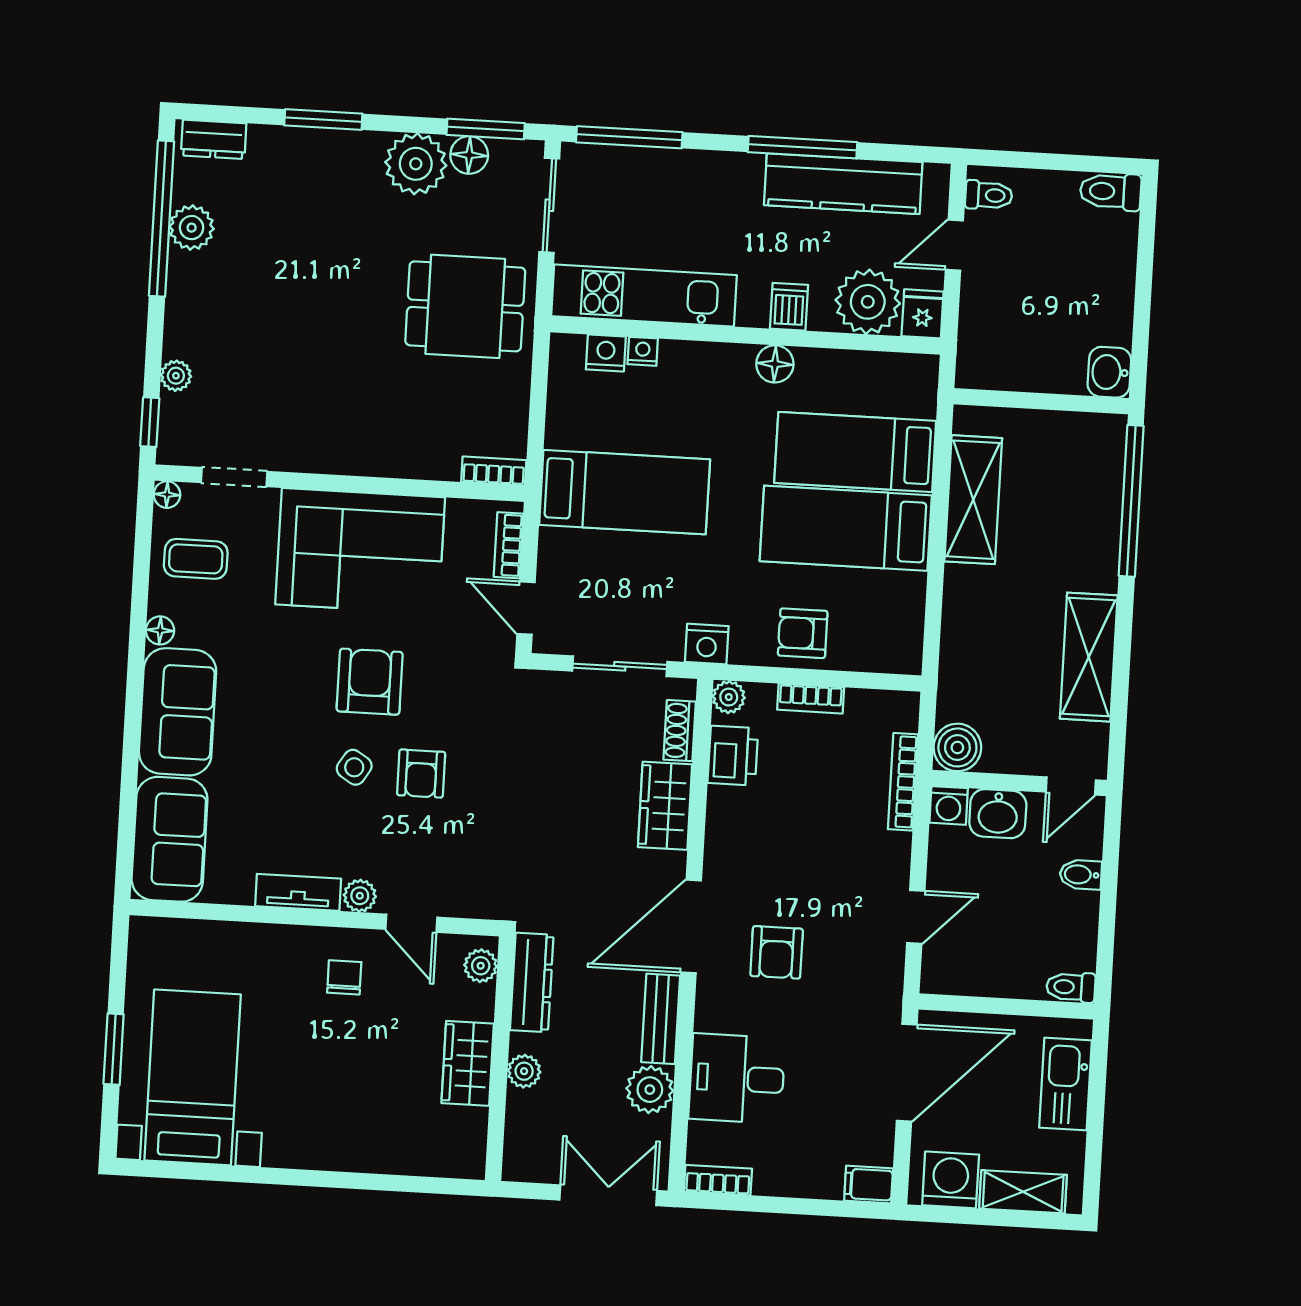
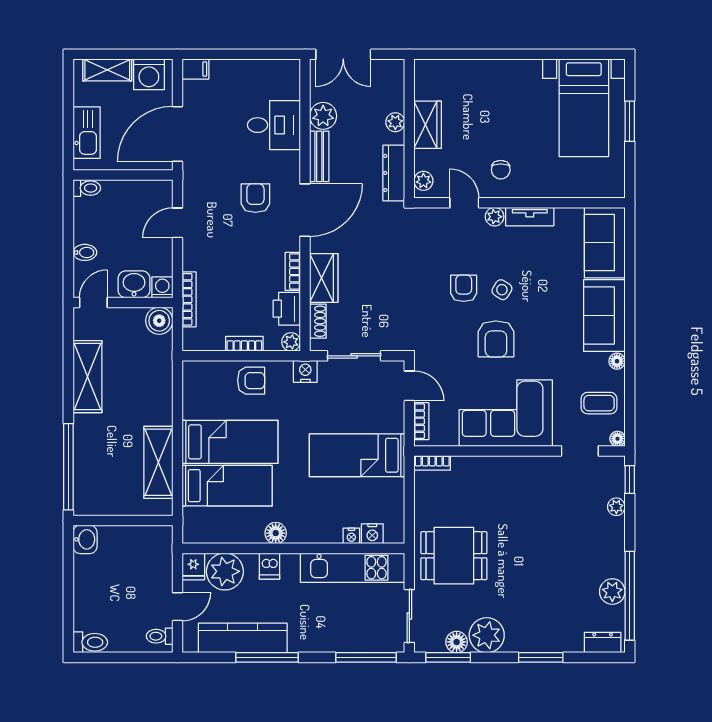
bookcase: (718, 1180) -> (293, 271), moved, turned 90

